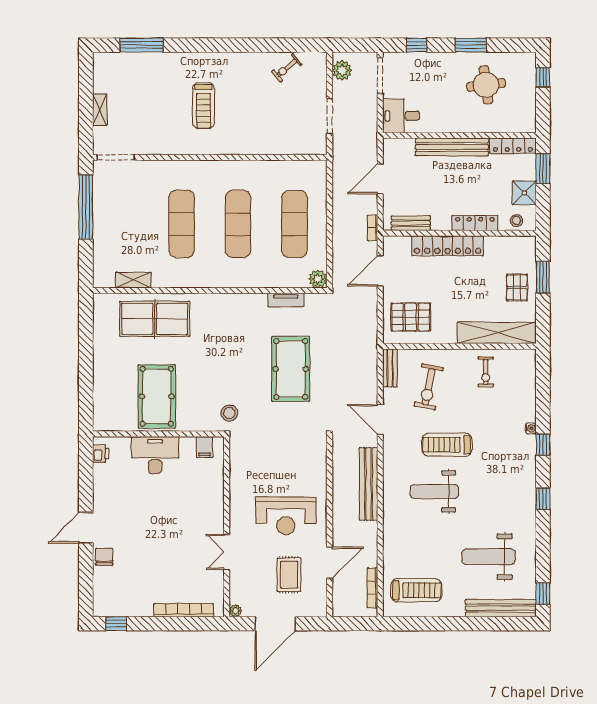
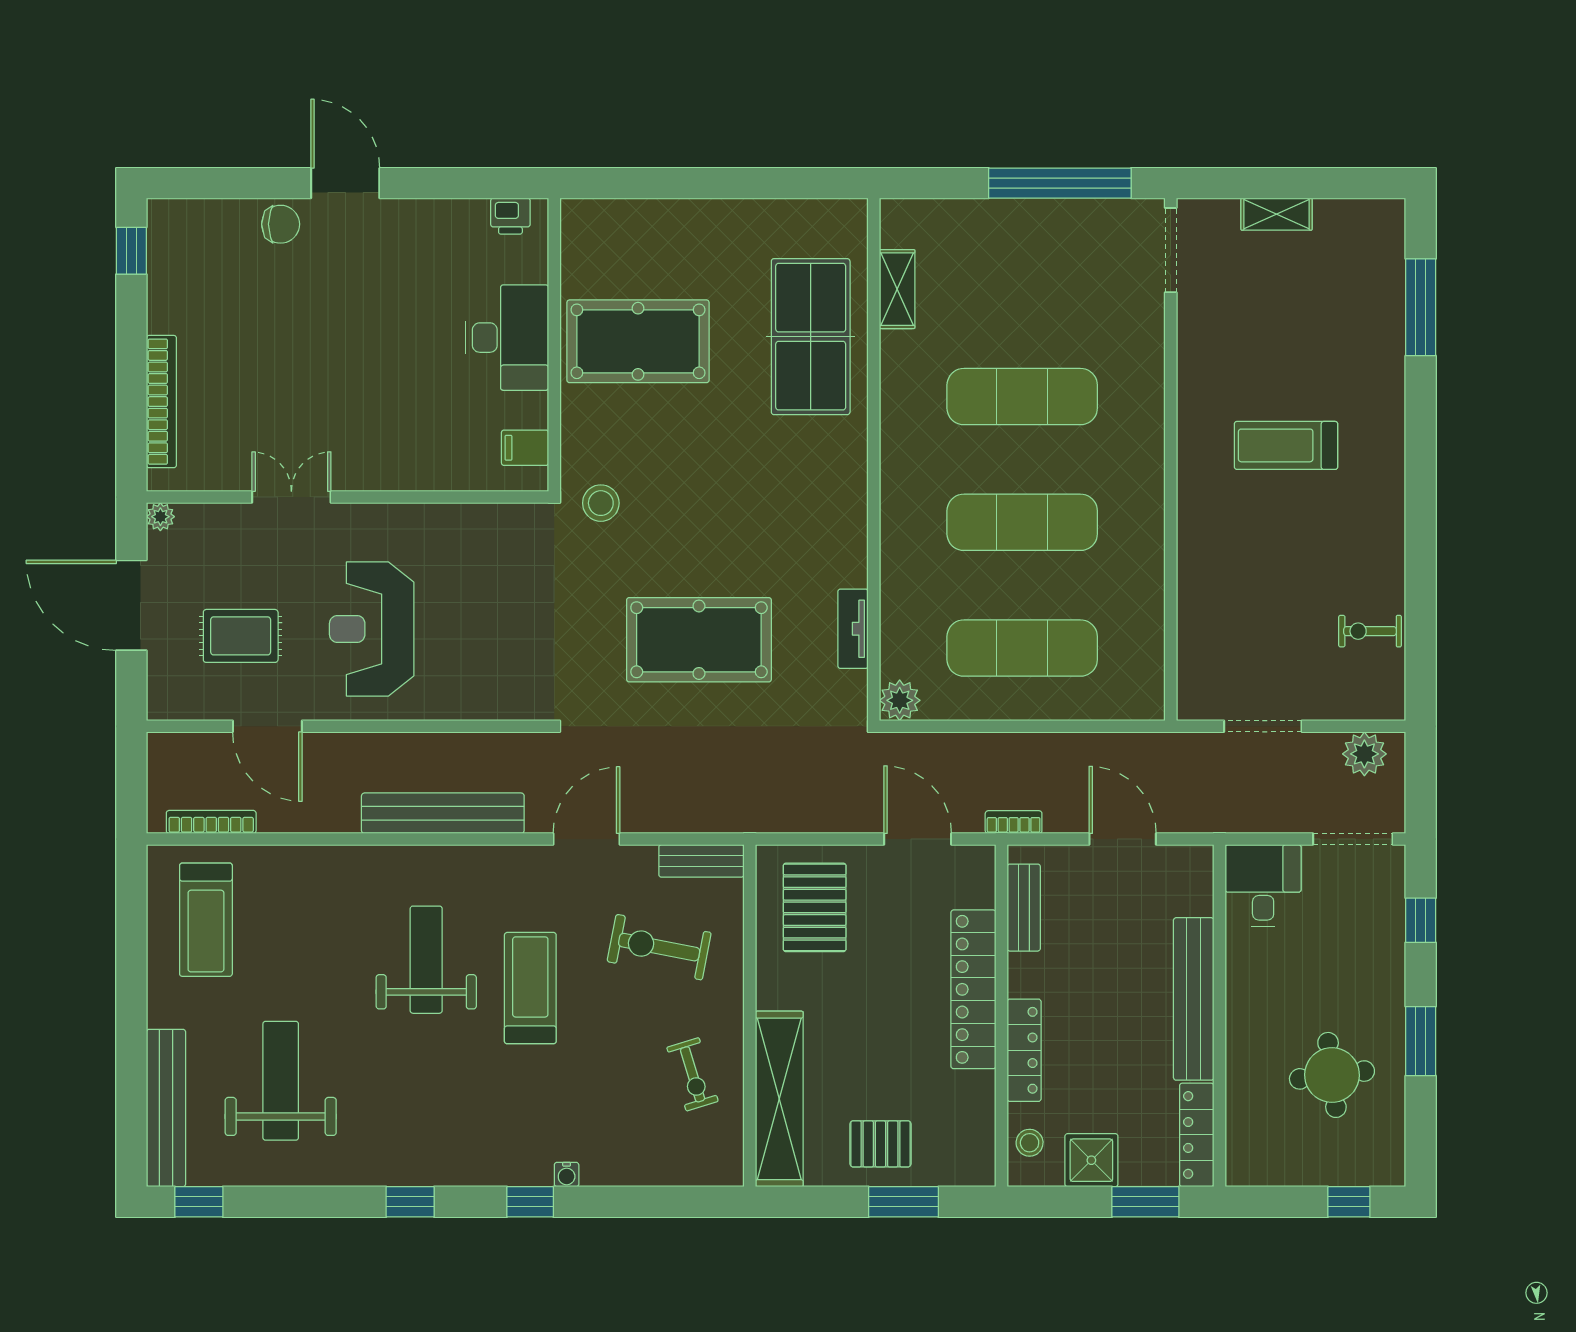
exercise bike: (287, 68) -> (1370, 631), turned -50
exercise bike: (486, 372) -> (693, 1074), turned -107

